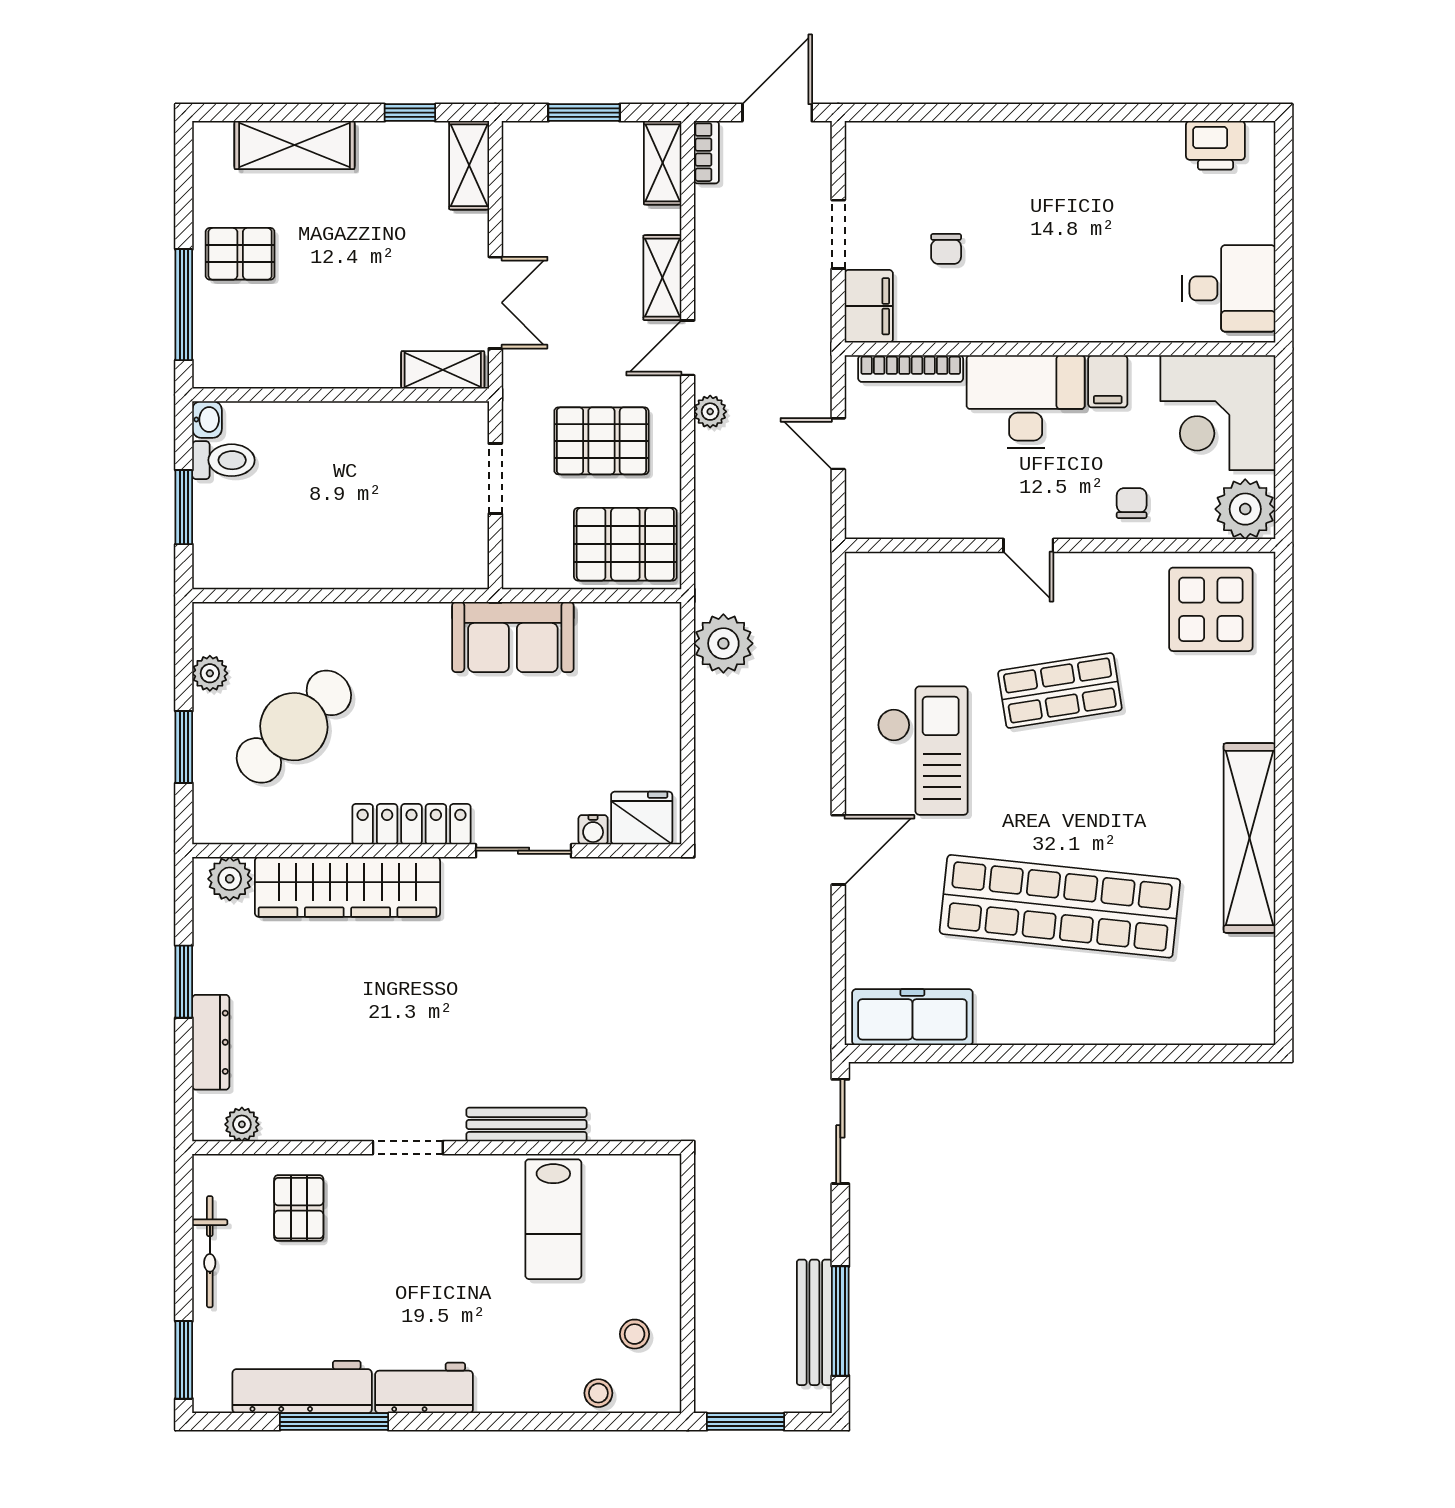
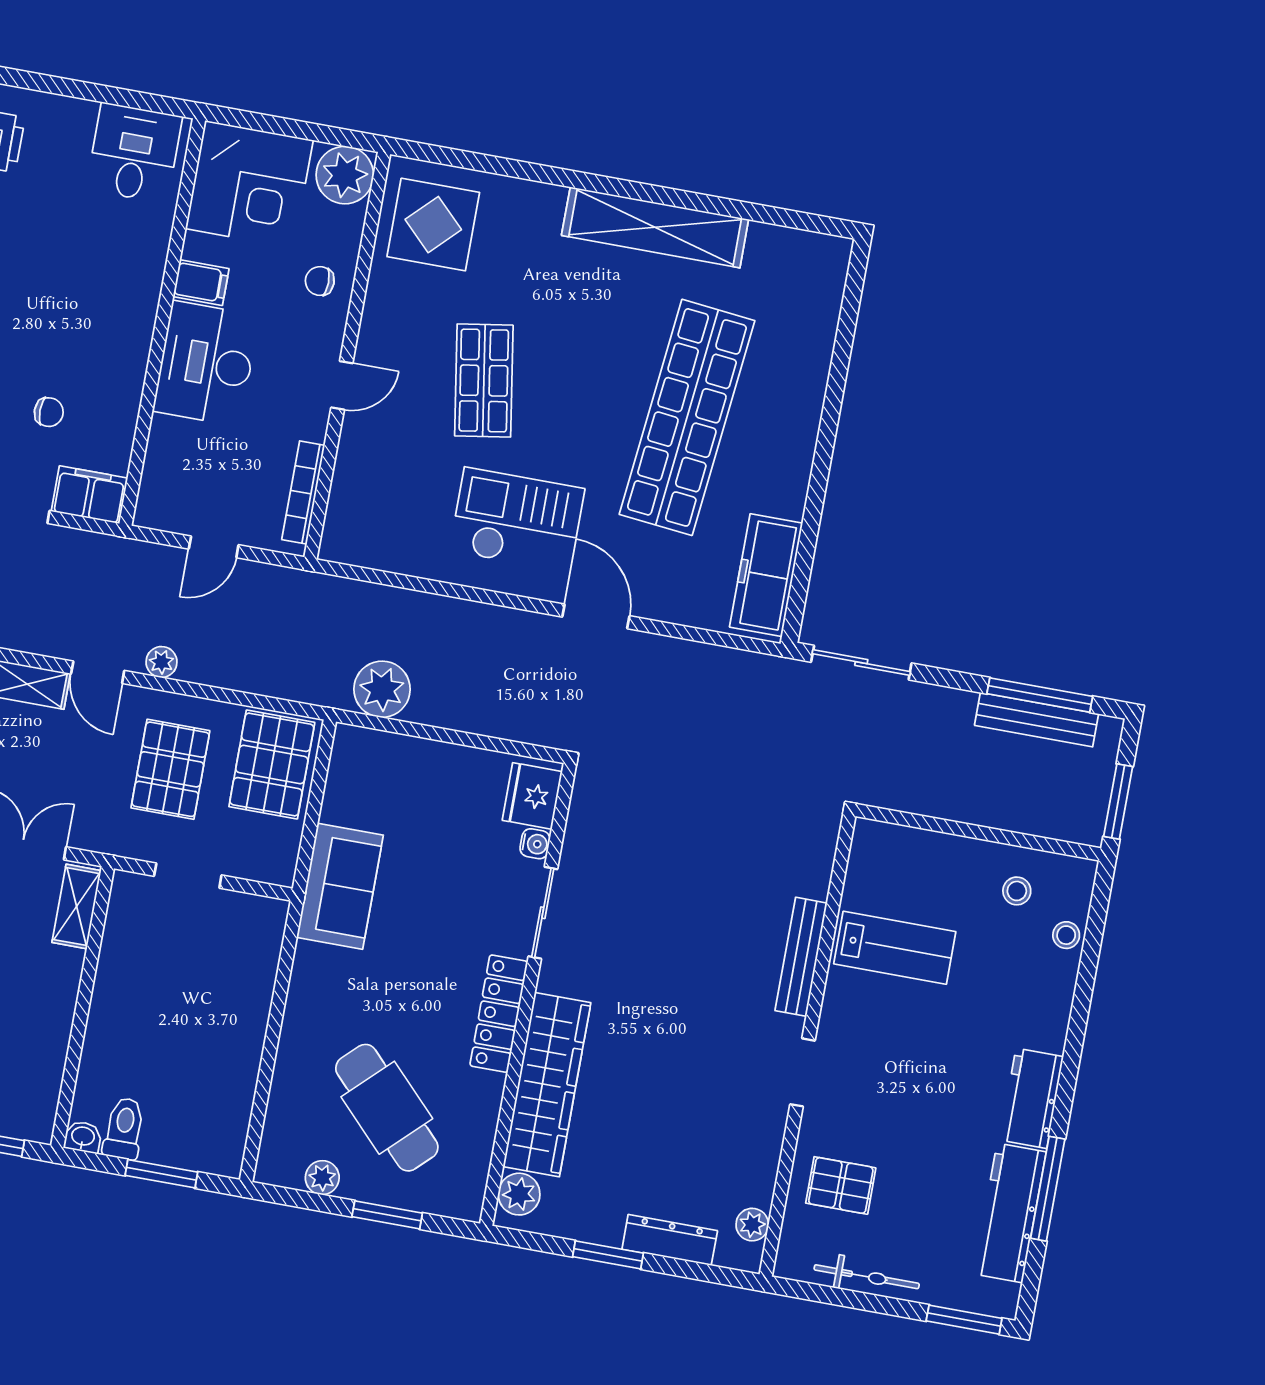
bookcase: (911, 369) -> (303, 493), moved, turned 180

